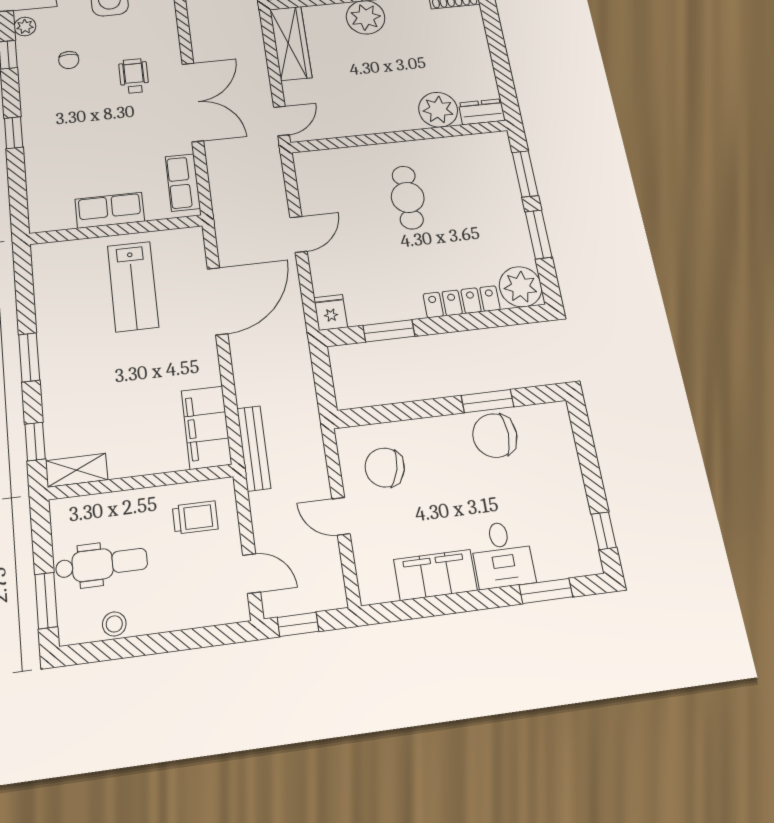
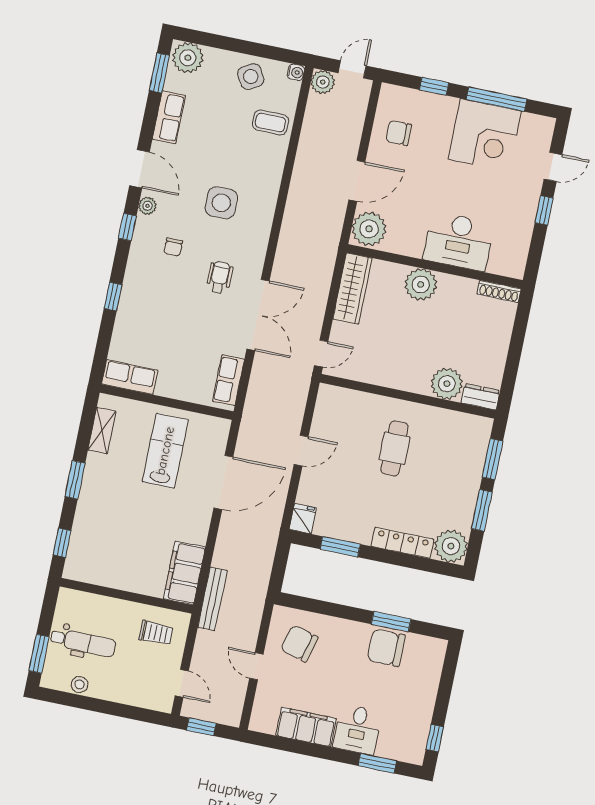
row of seats: (110, 210) -> (130, 377), moved
lab bench: (133, 286) -> (165, 451), turned 180
shelving: (77, 470) -> (102, 431), moved, turned 90

